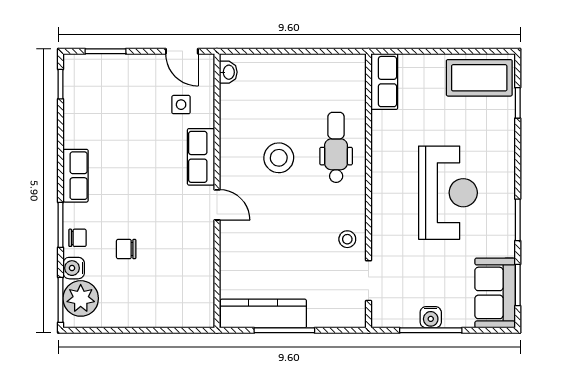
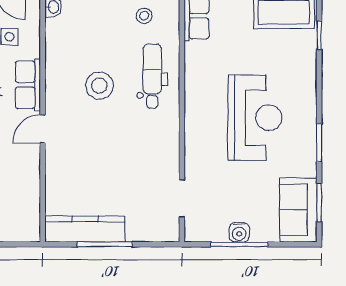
door: (217, 205) -> (43, 129), swing flipped
stool: (347, 239) -> (144, 16), moved

